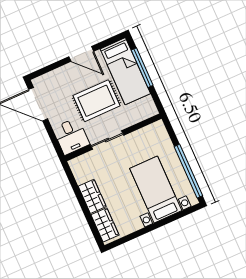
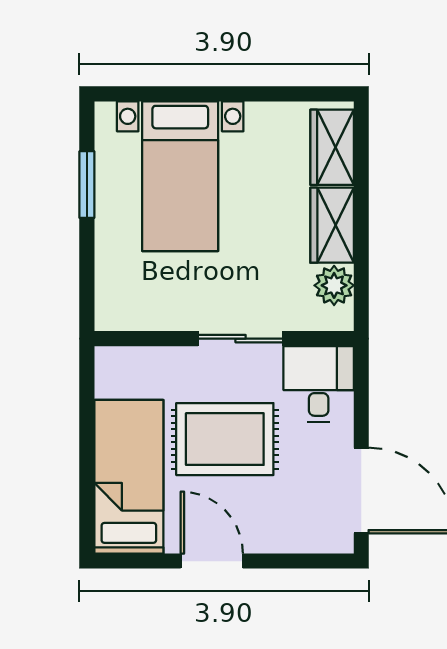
window: (142, 68) -> (87, 468), removed
window: (188, 171) -> (87, 185), width x0.47
plant: (82, 175) -> (334, 285), added

